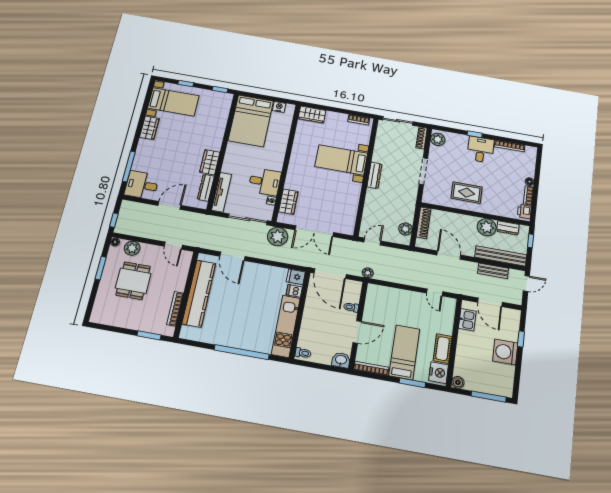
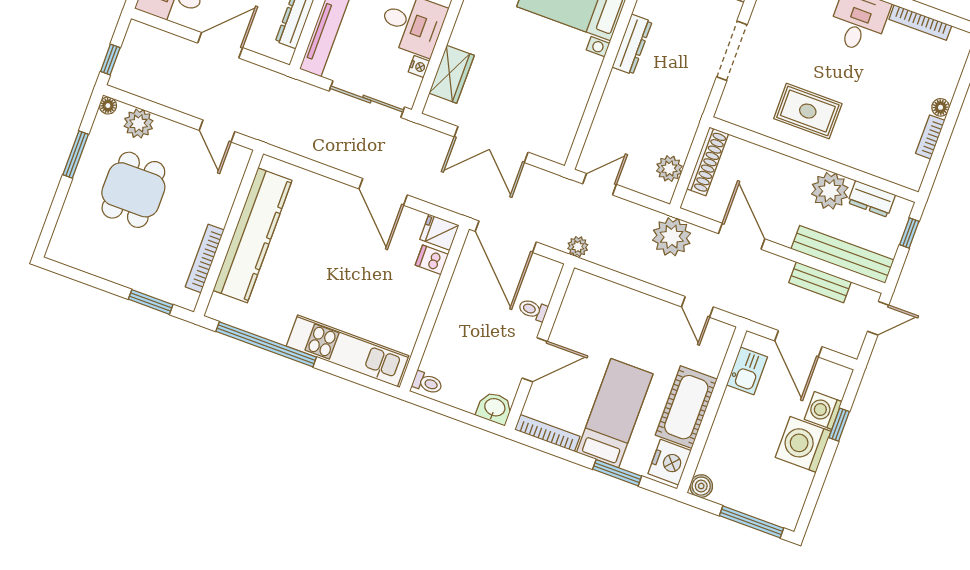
printer: (524, 212) -> (913, 170), removed
plant: (278, 236) -> (672, 237), moved
door: (232, 256) -> (383, 192), moved
kitchen unit: (286, 326) -> (348, 351), moved, turned 90
washing machine: (511, 333) -> (823, 410), added
cot: (443, 349) -> (686, 407), width x1.37, depth x1.34
window: (242, 352) -> (266, 344), moved

